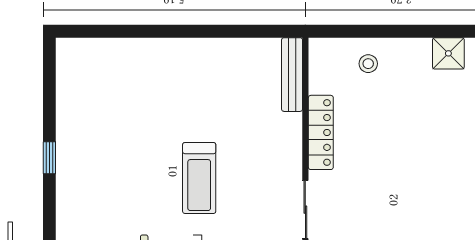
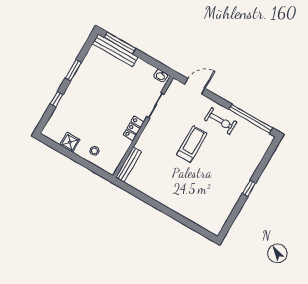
shower: (448, 53) -> (70, 142), moved
locker: (321, 132) -> (134, 128), width x0.66

